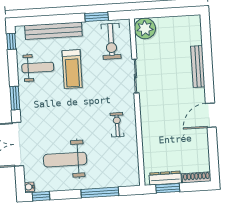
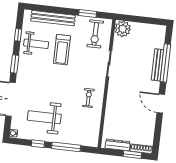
window: (11, 41) -> (18, 35), moved
window: (207, 62) -> (165, 63), added
door: (211, 115) -> (161, 104), hinge flipped
window: (168, 188) -> (132, 155), moved
window: (41, 196) -> (38, 144), moved

